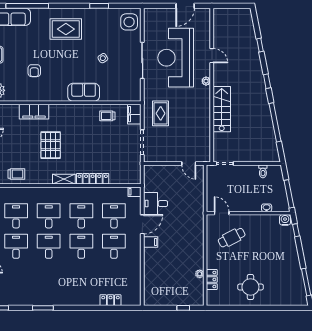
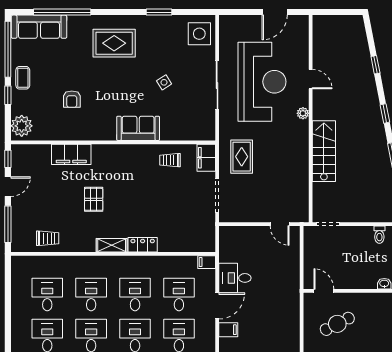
reception desk: (176, 58) -> (262, 82), turned 180
pallet: (51, 145) -> (94, 199), width x0.67, depth x0.71
locker: (93, 179) -> (143, 245), width x0.66

